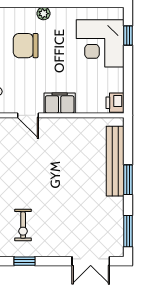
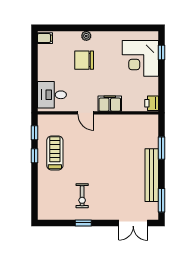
plant: (43, 14) -> (86, 36), moved
bench: (115, 161) -> (152, 175), moved
window: (128, 180) -> (161, 148), moved

